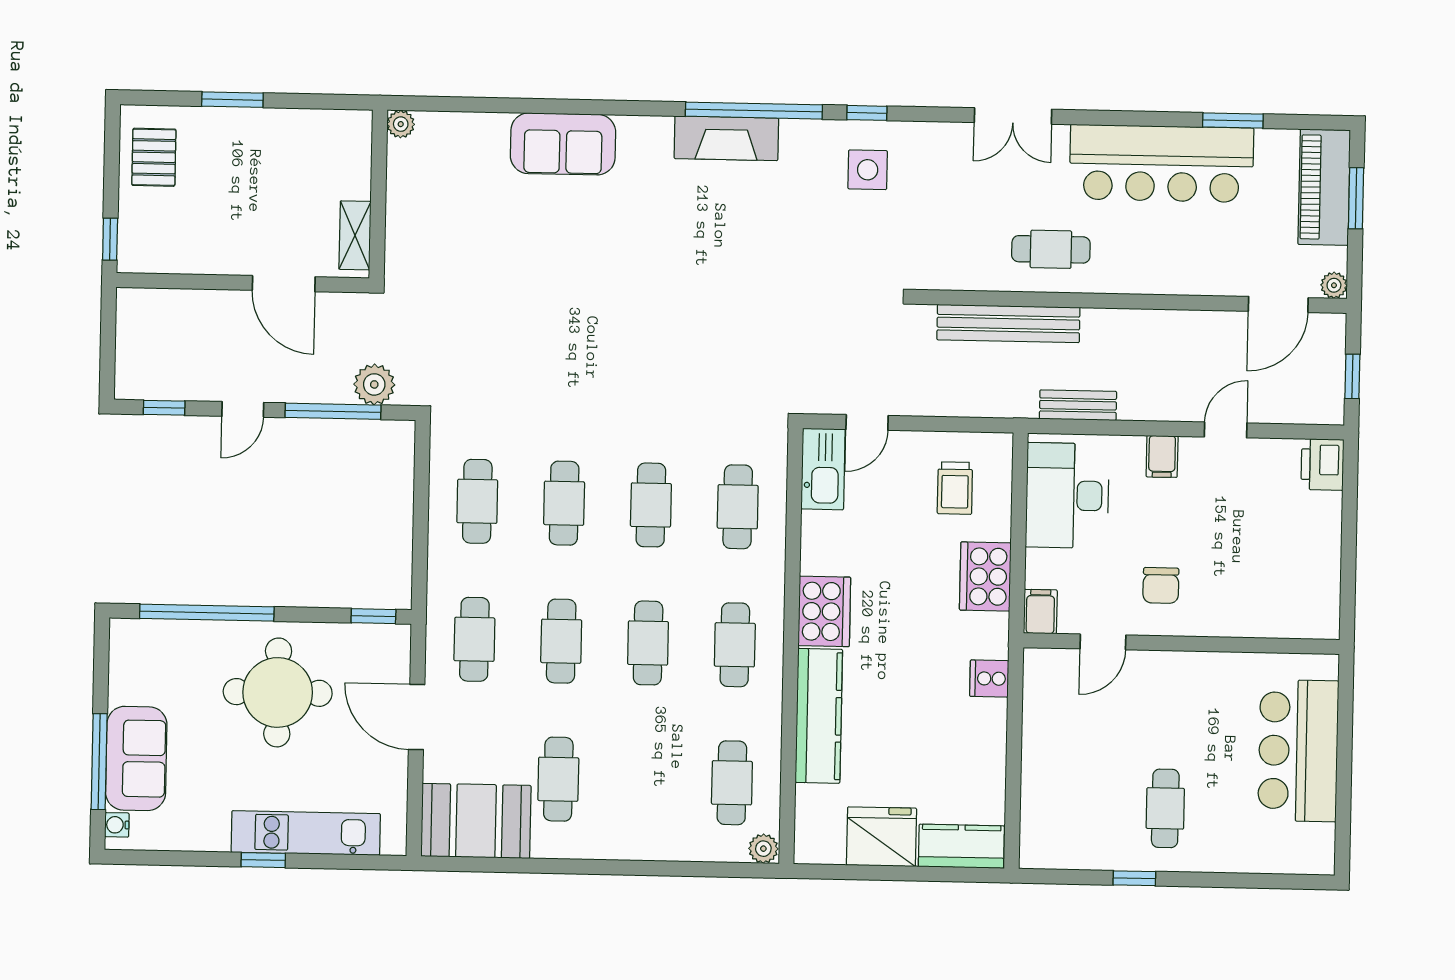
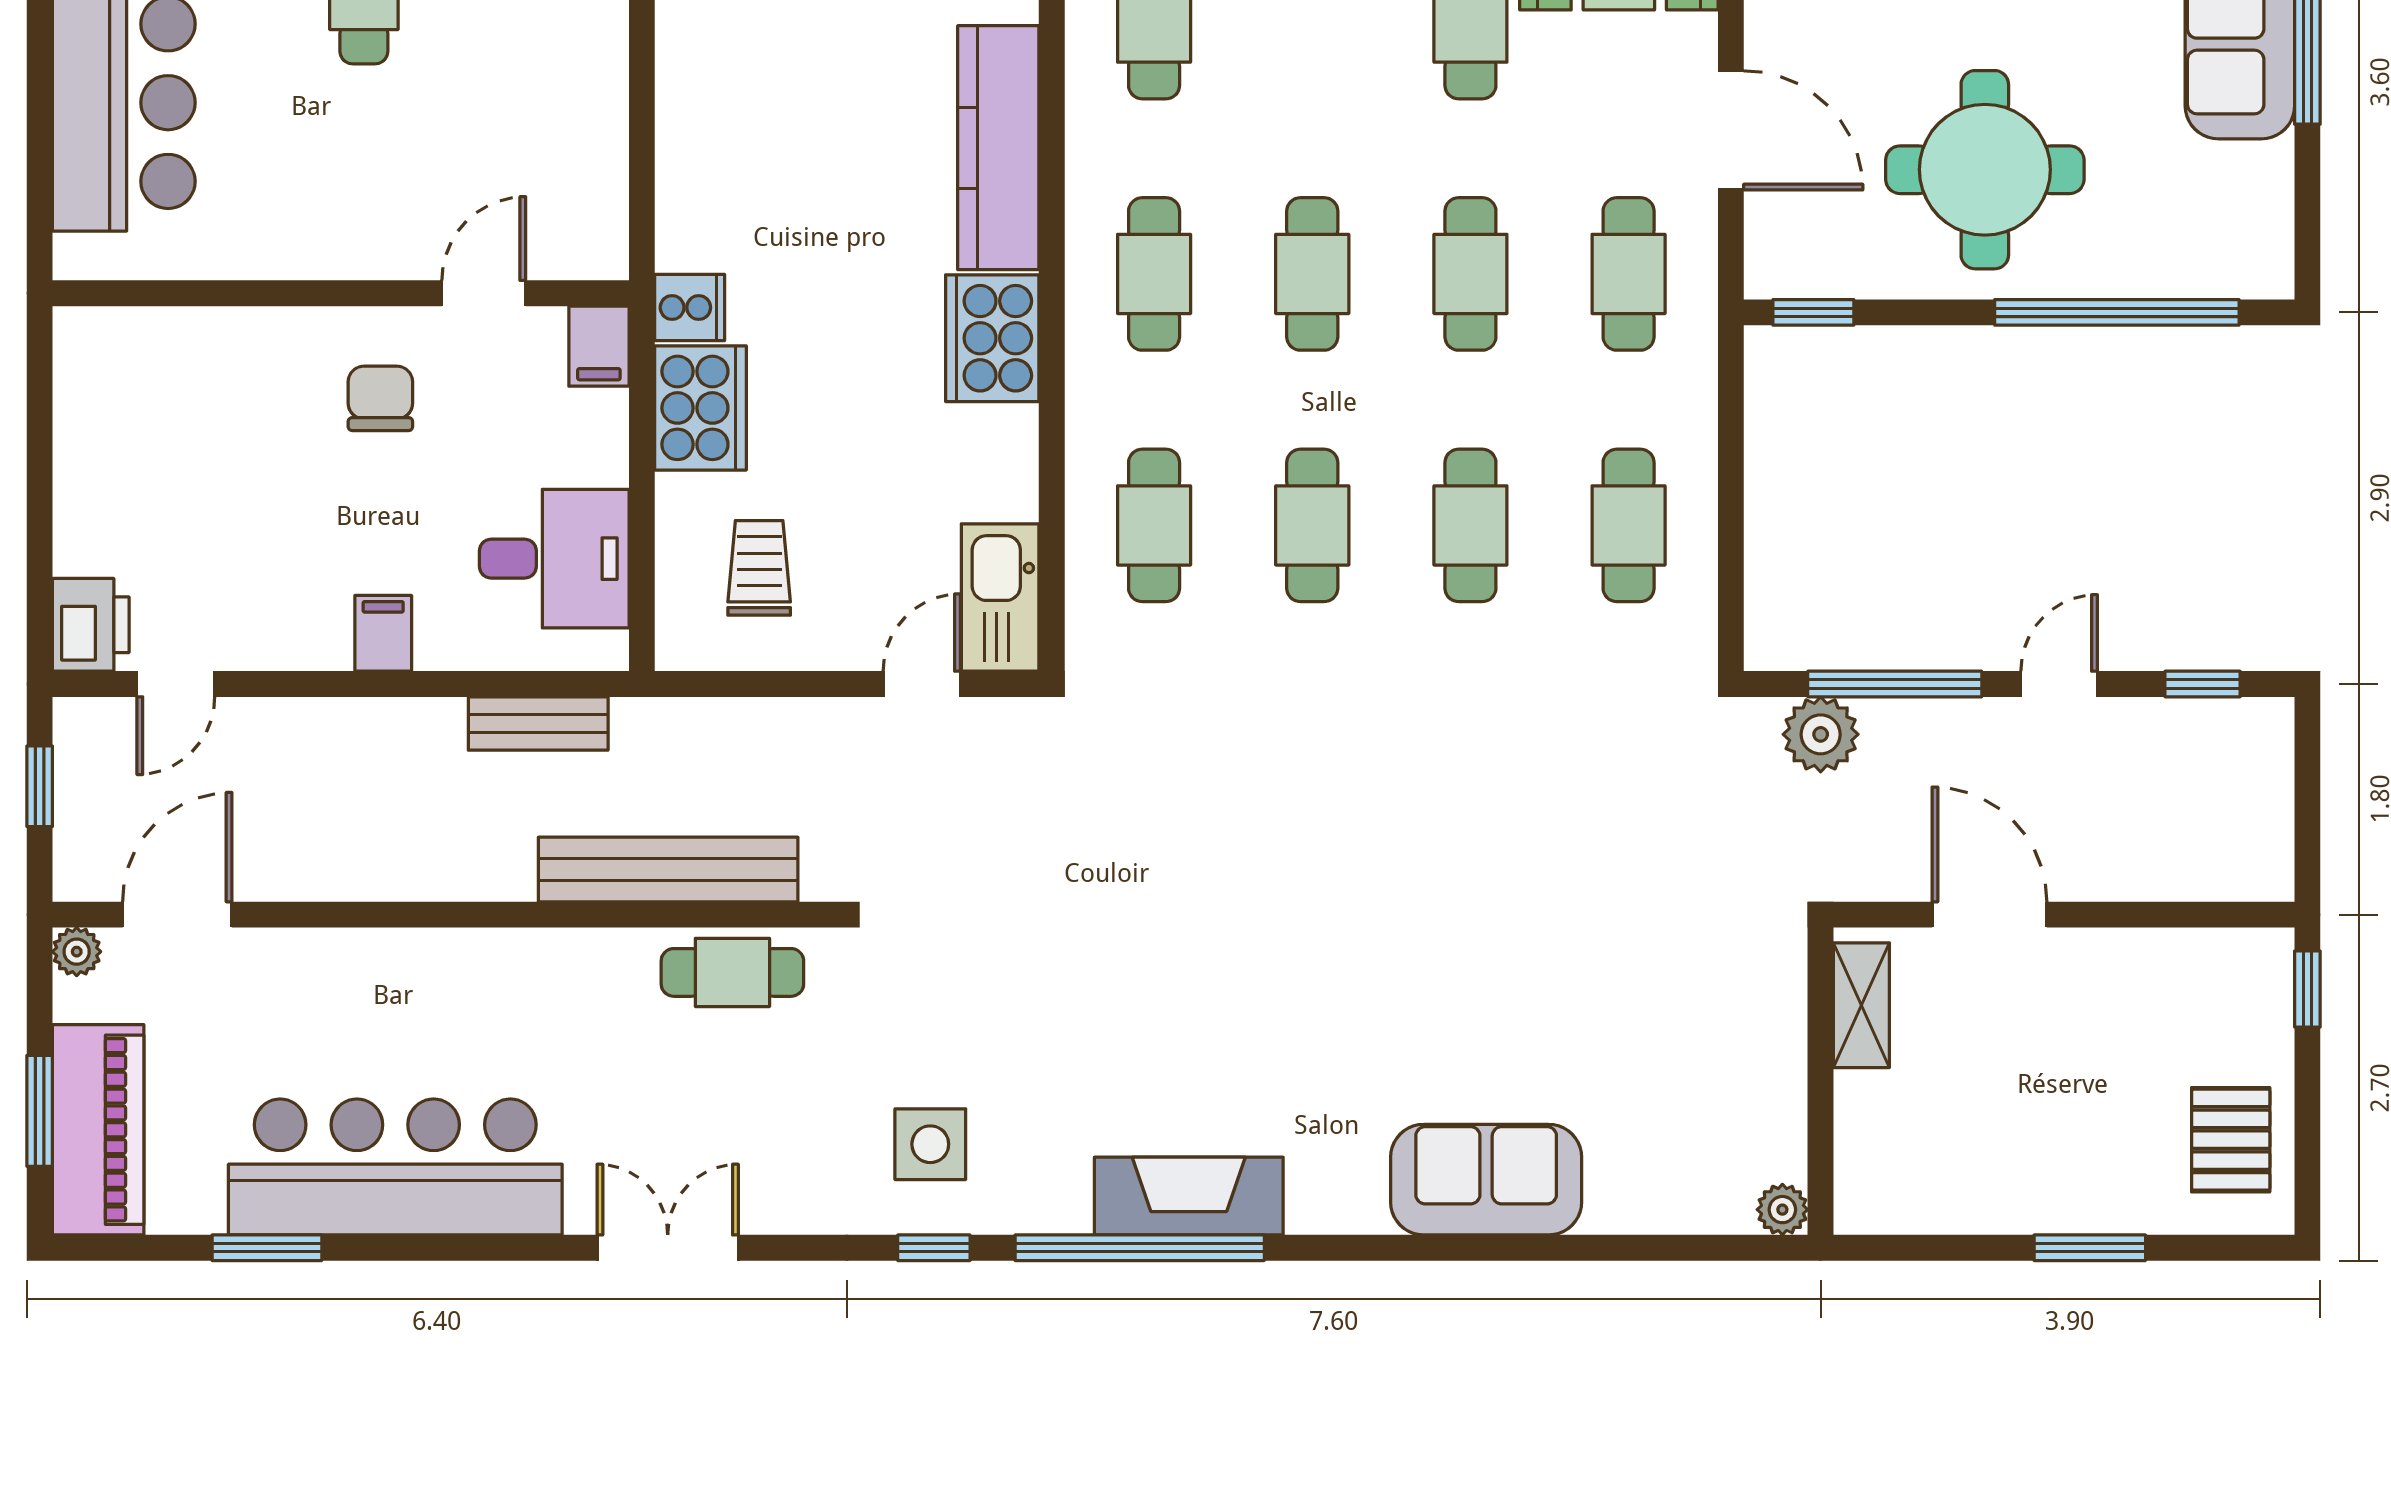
cafe table: (1051, 249) -> (732, 972), moved
door: (1226, 430) -> (176, 684), moved
desk: (1067, 495) -> (554, 559), width x0.73
cooker: (989, 679) -> (690, 308), moved

